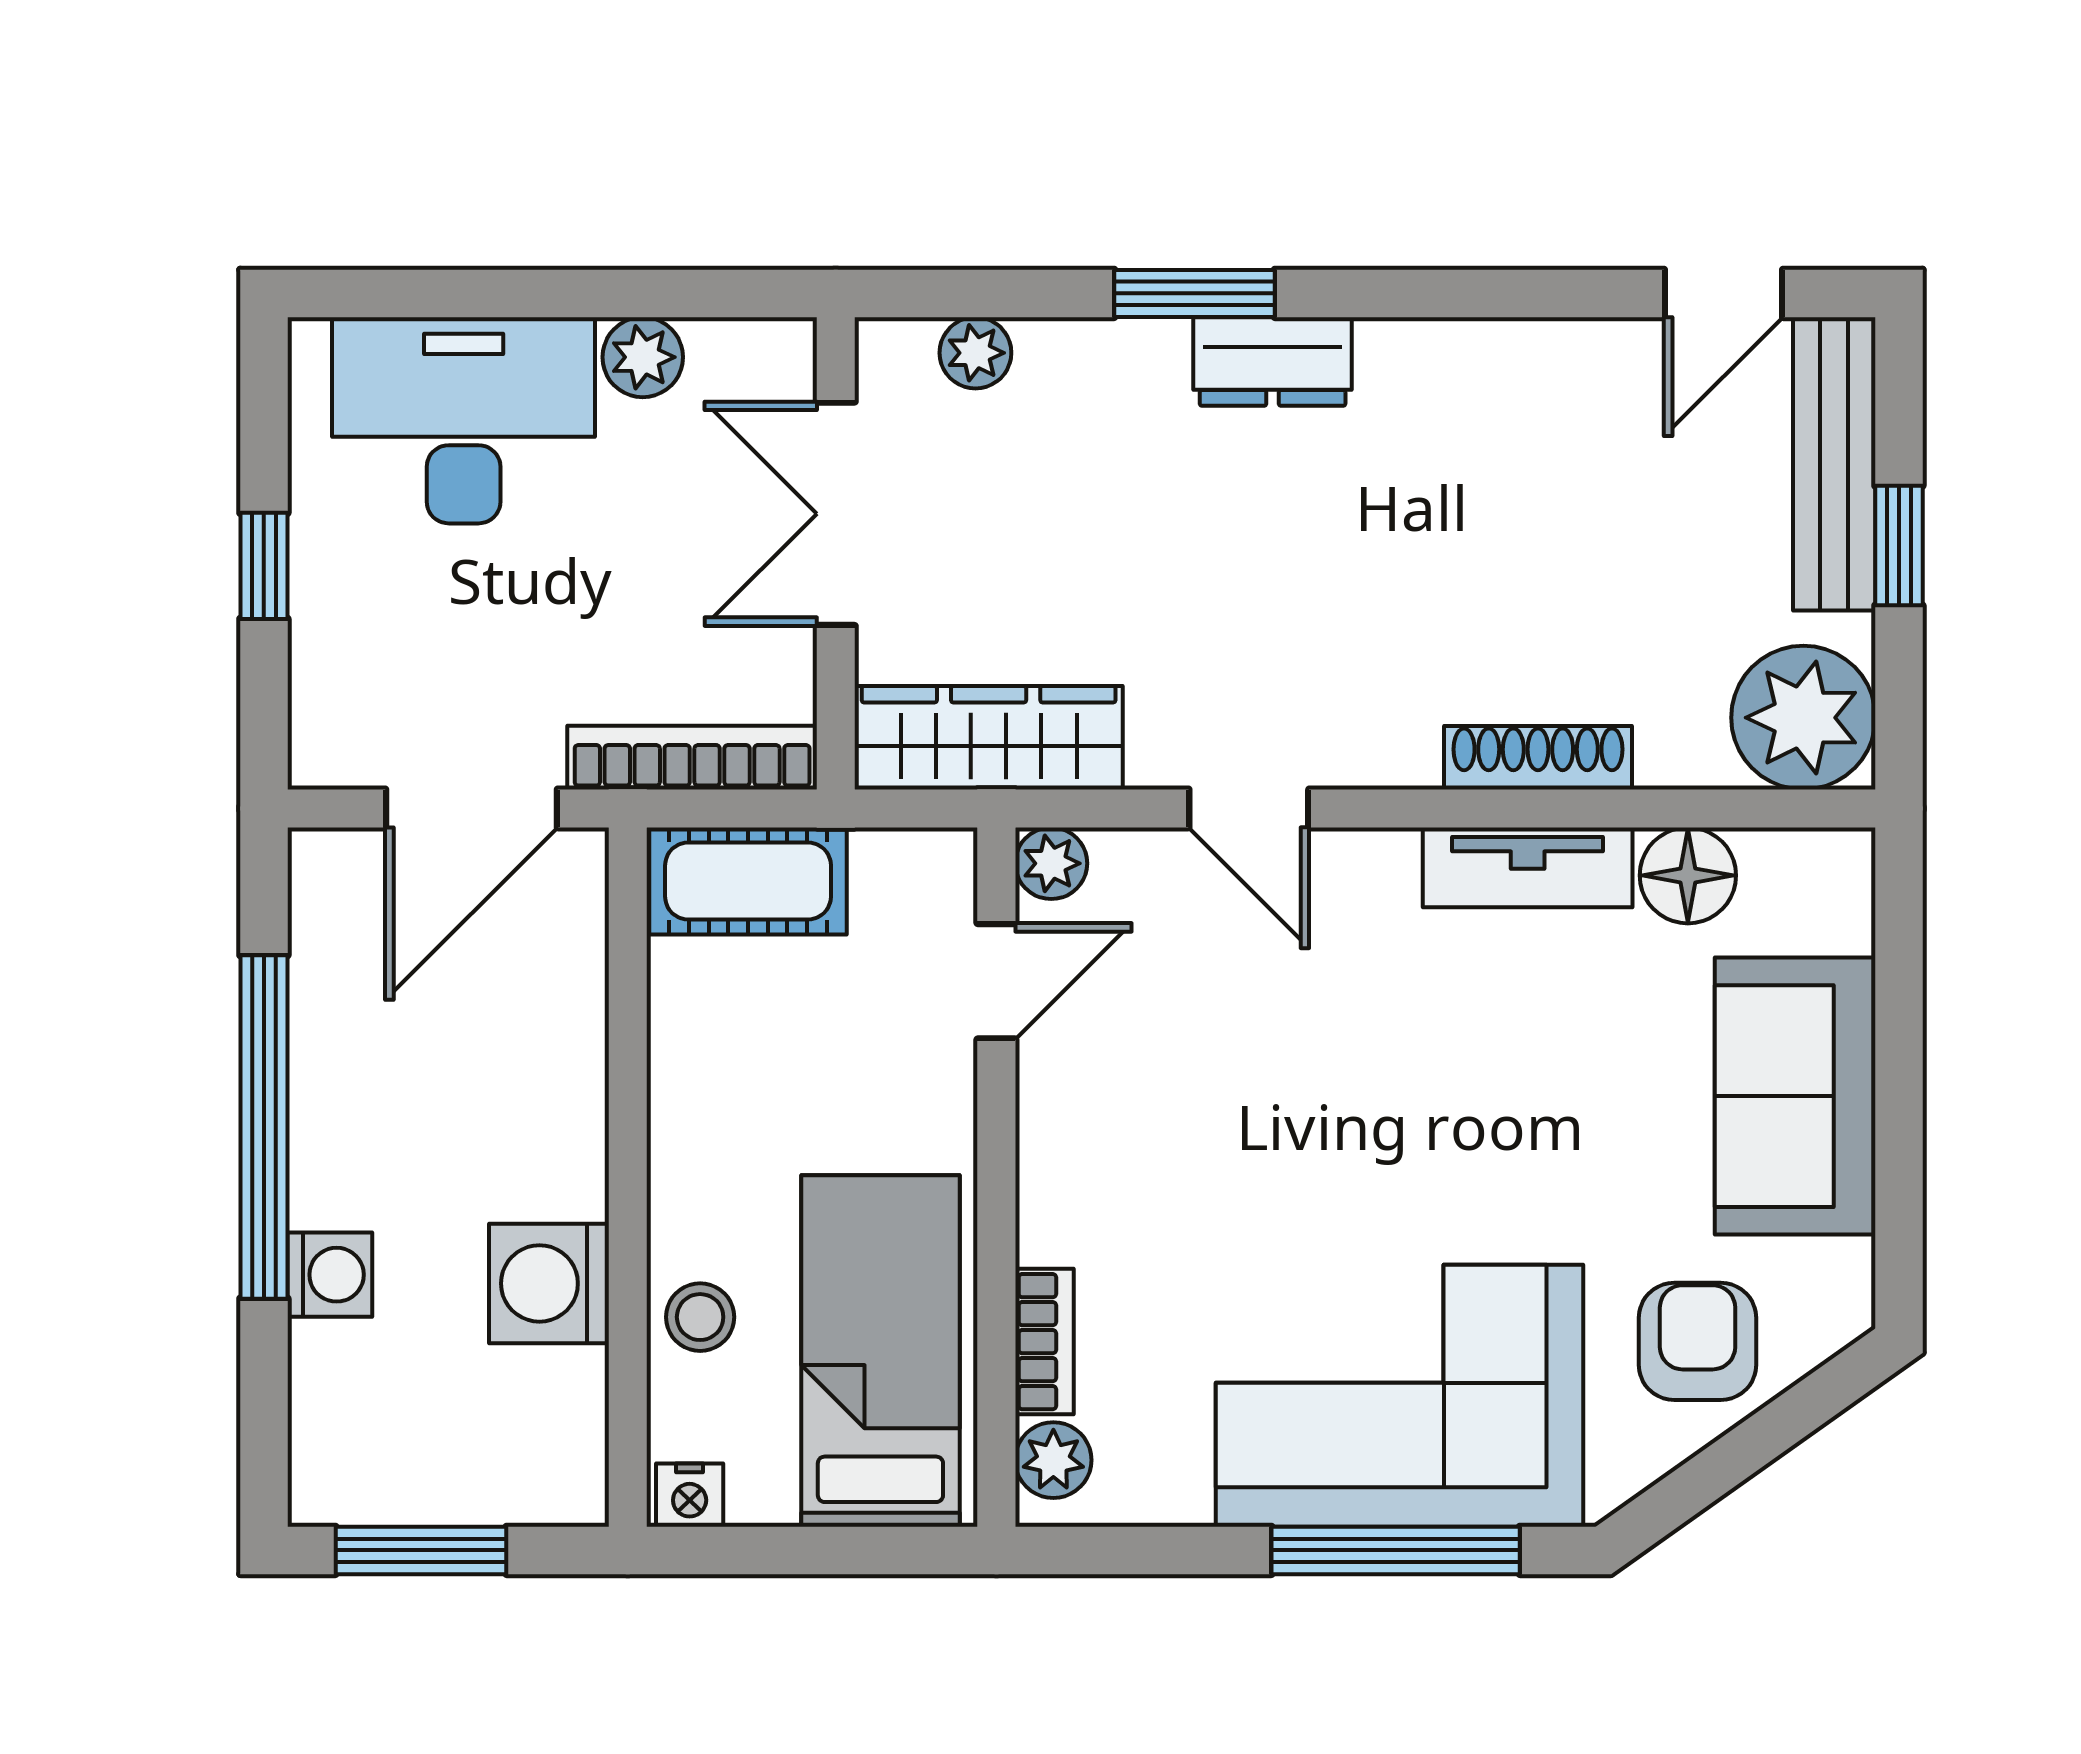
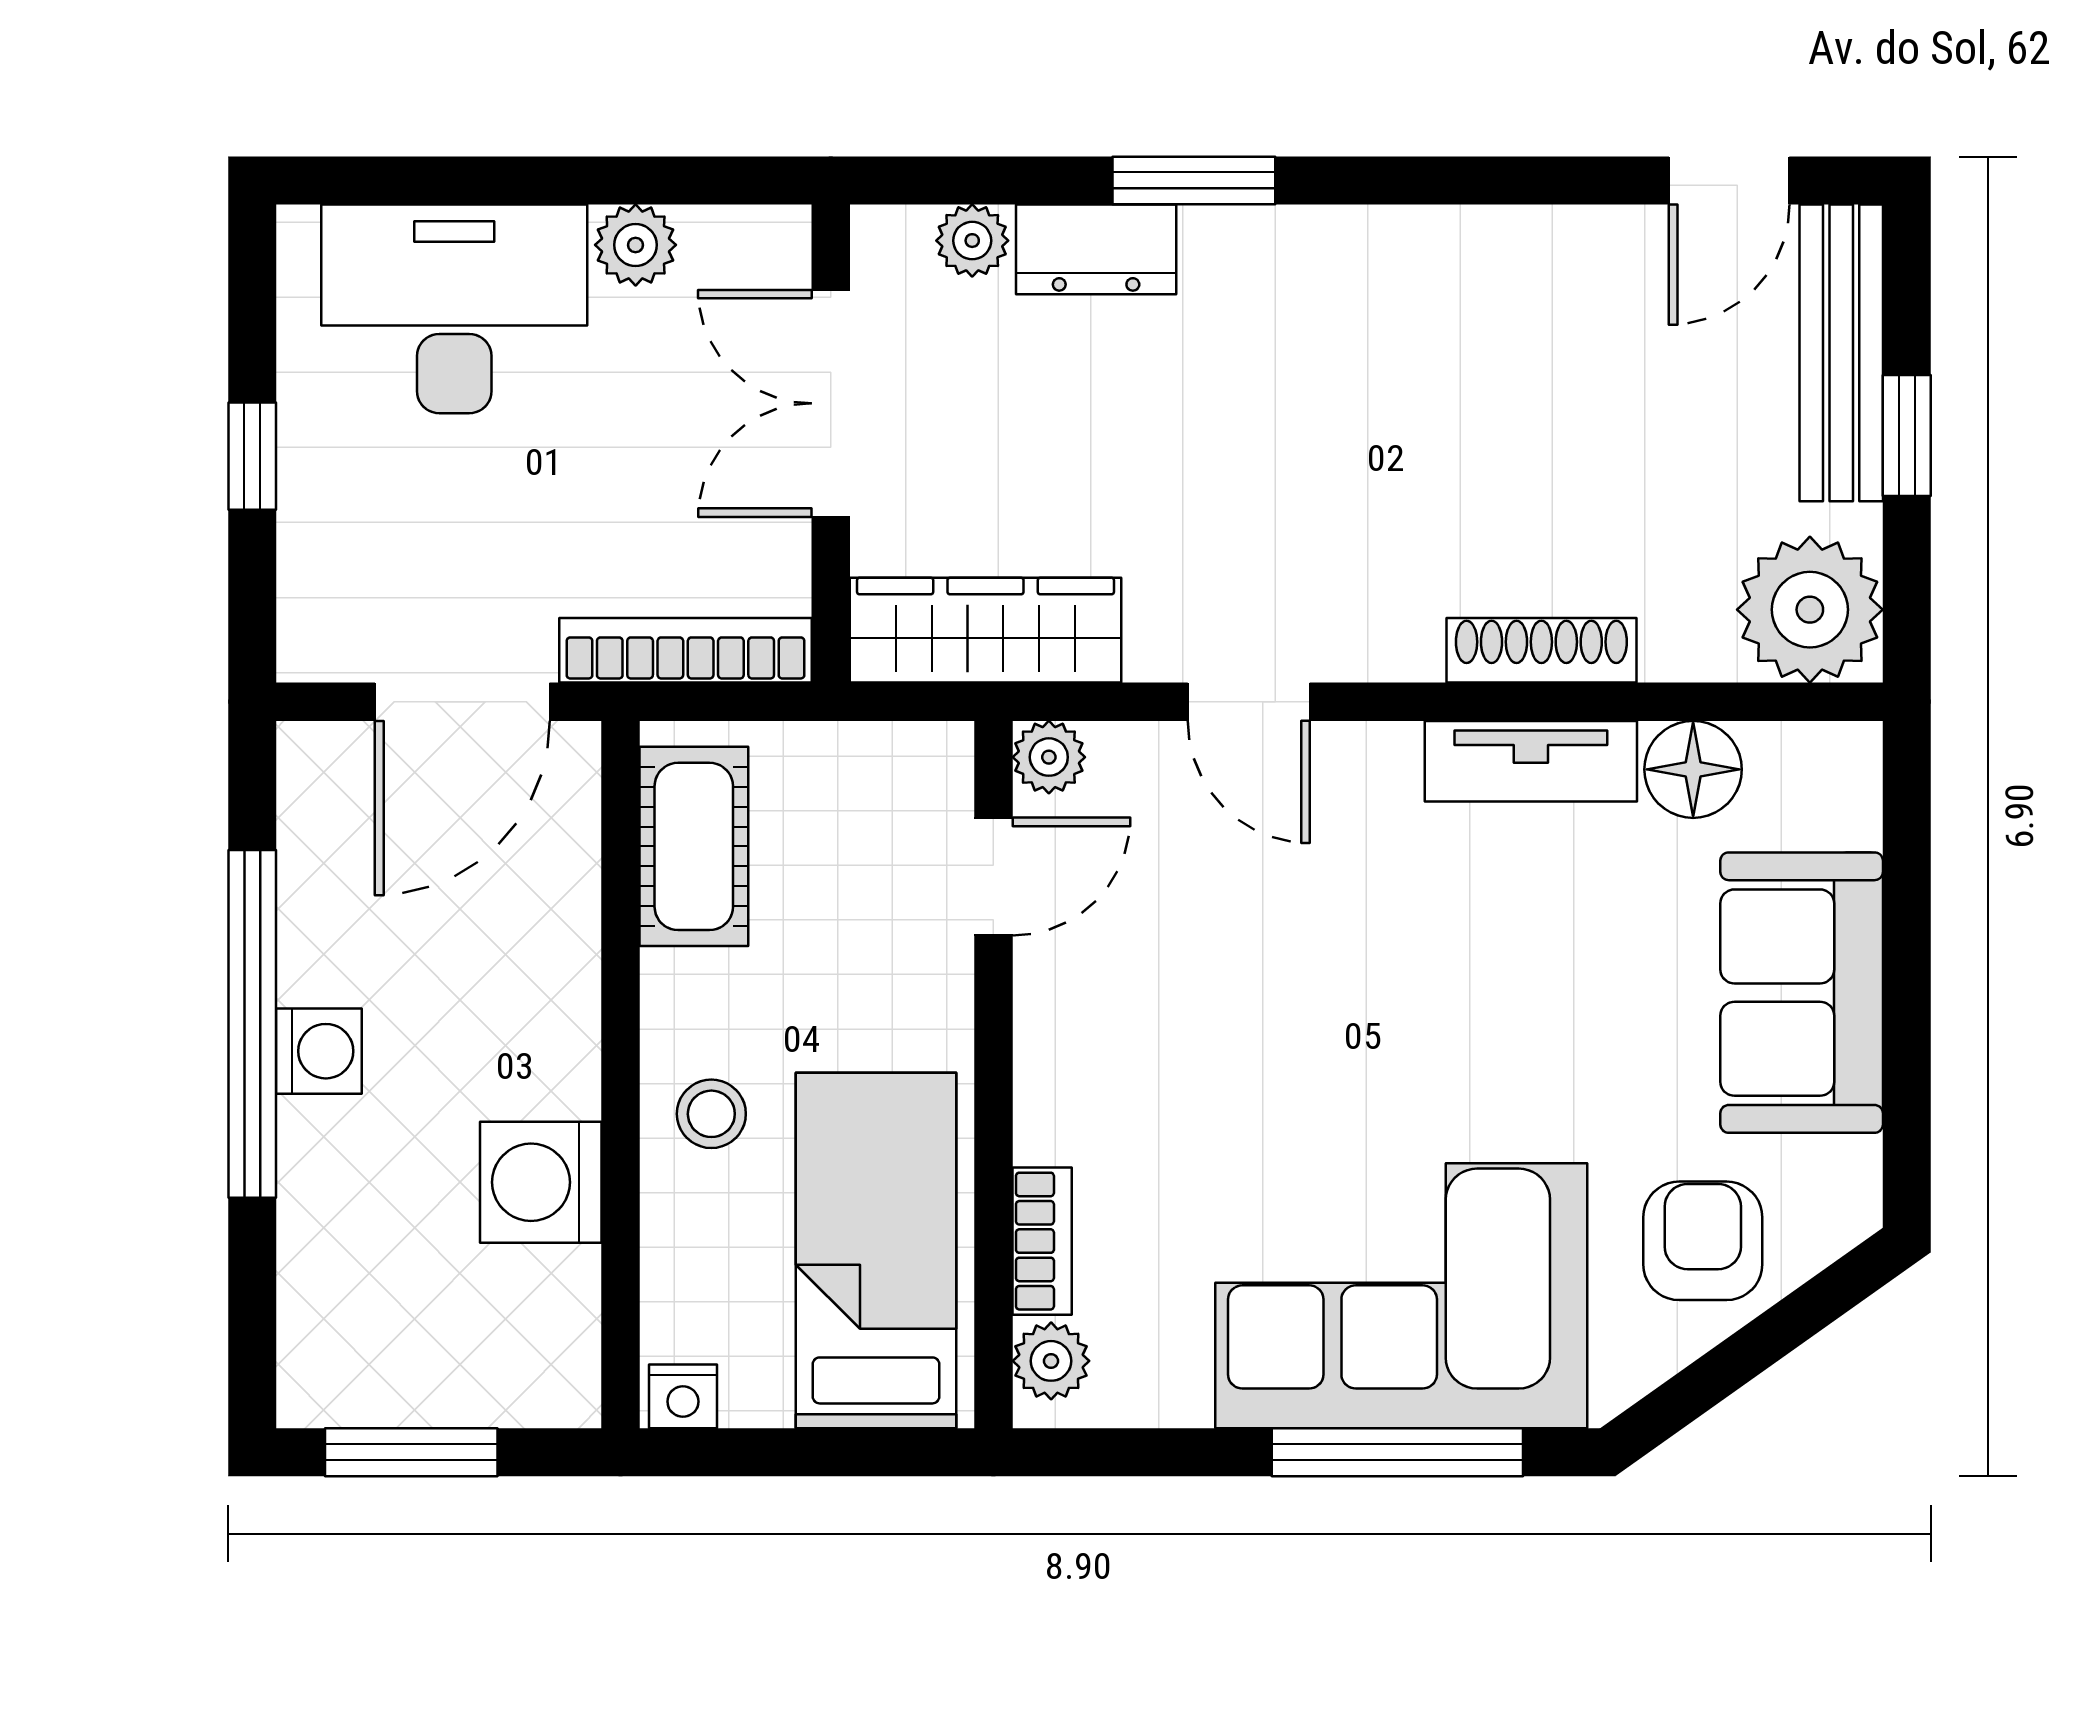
dresser: (1273, 361) -> (1096, 249), moved
cot: (748, 881) -> (694, 846), moved, turned 90
washing machine: (330, 1275) -> (319, 1051), moved
stool: (700, 1317) -> (711, 1114), moved

